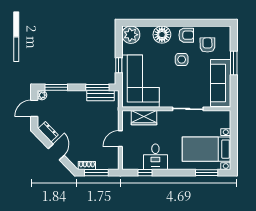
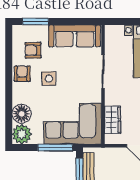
floor lamp: (162, 35) -> (22, 114), moved
window: (234, 63) -> (36, 22), moved
window: (119, 65) -> (55, 147), width x2.17

